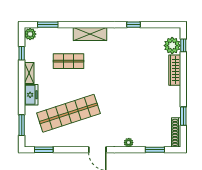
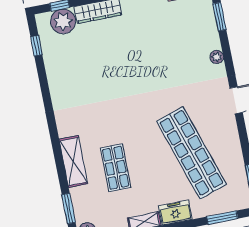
window: (134, 25) -> (36, 46), moved
shelving: (90, 34) -> (73, 161), moved

